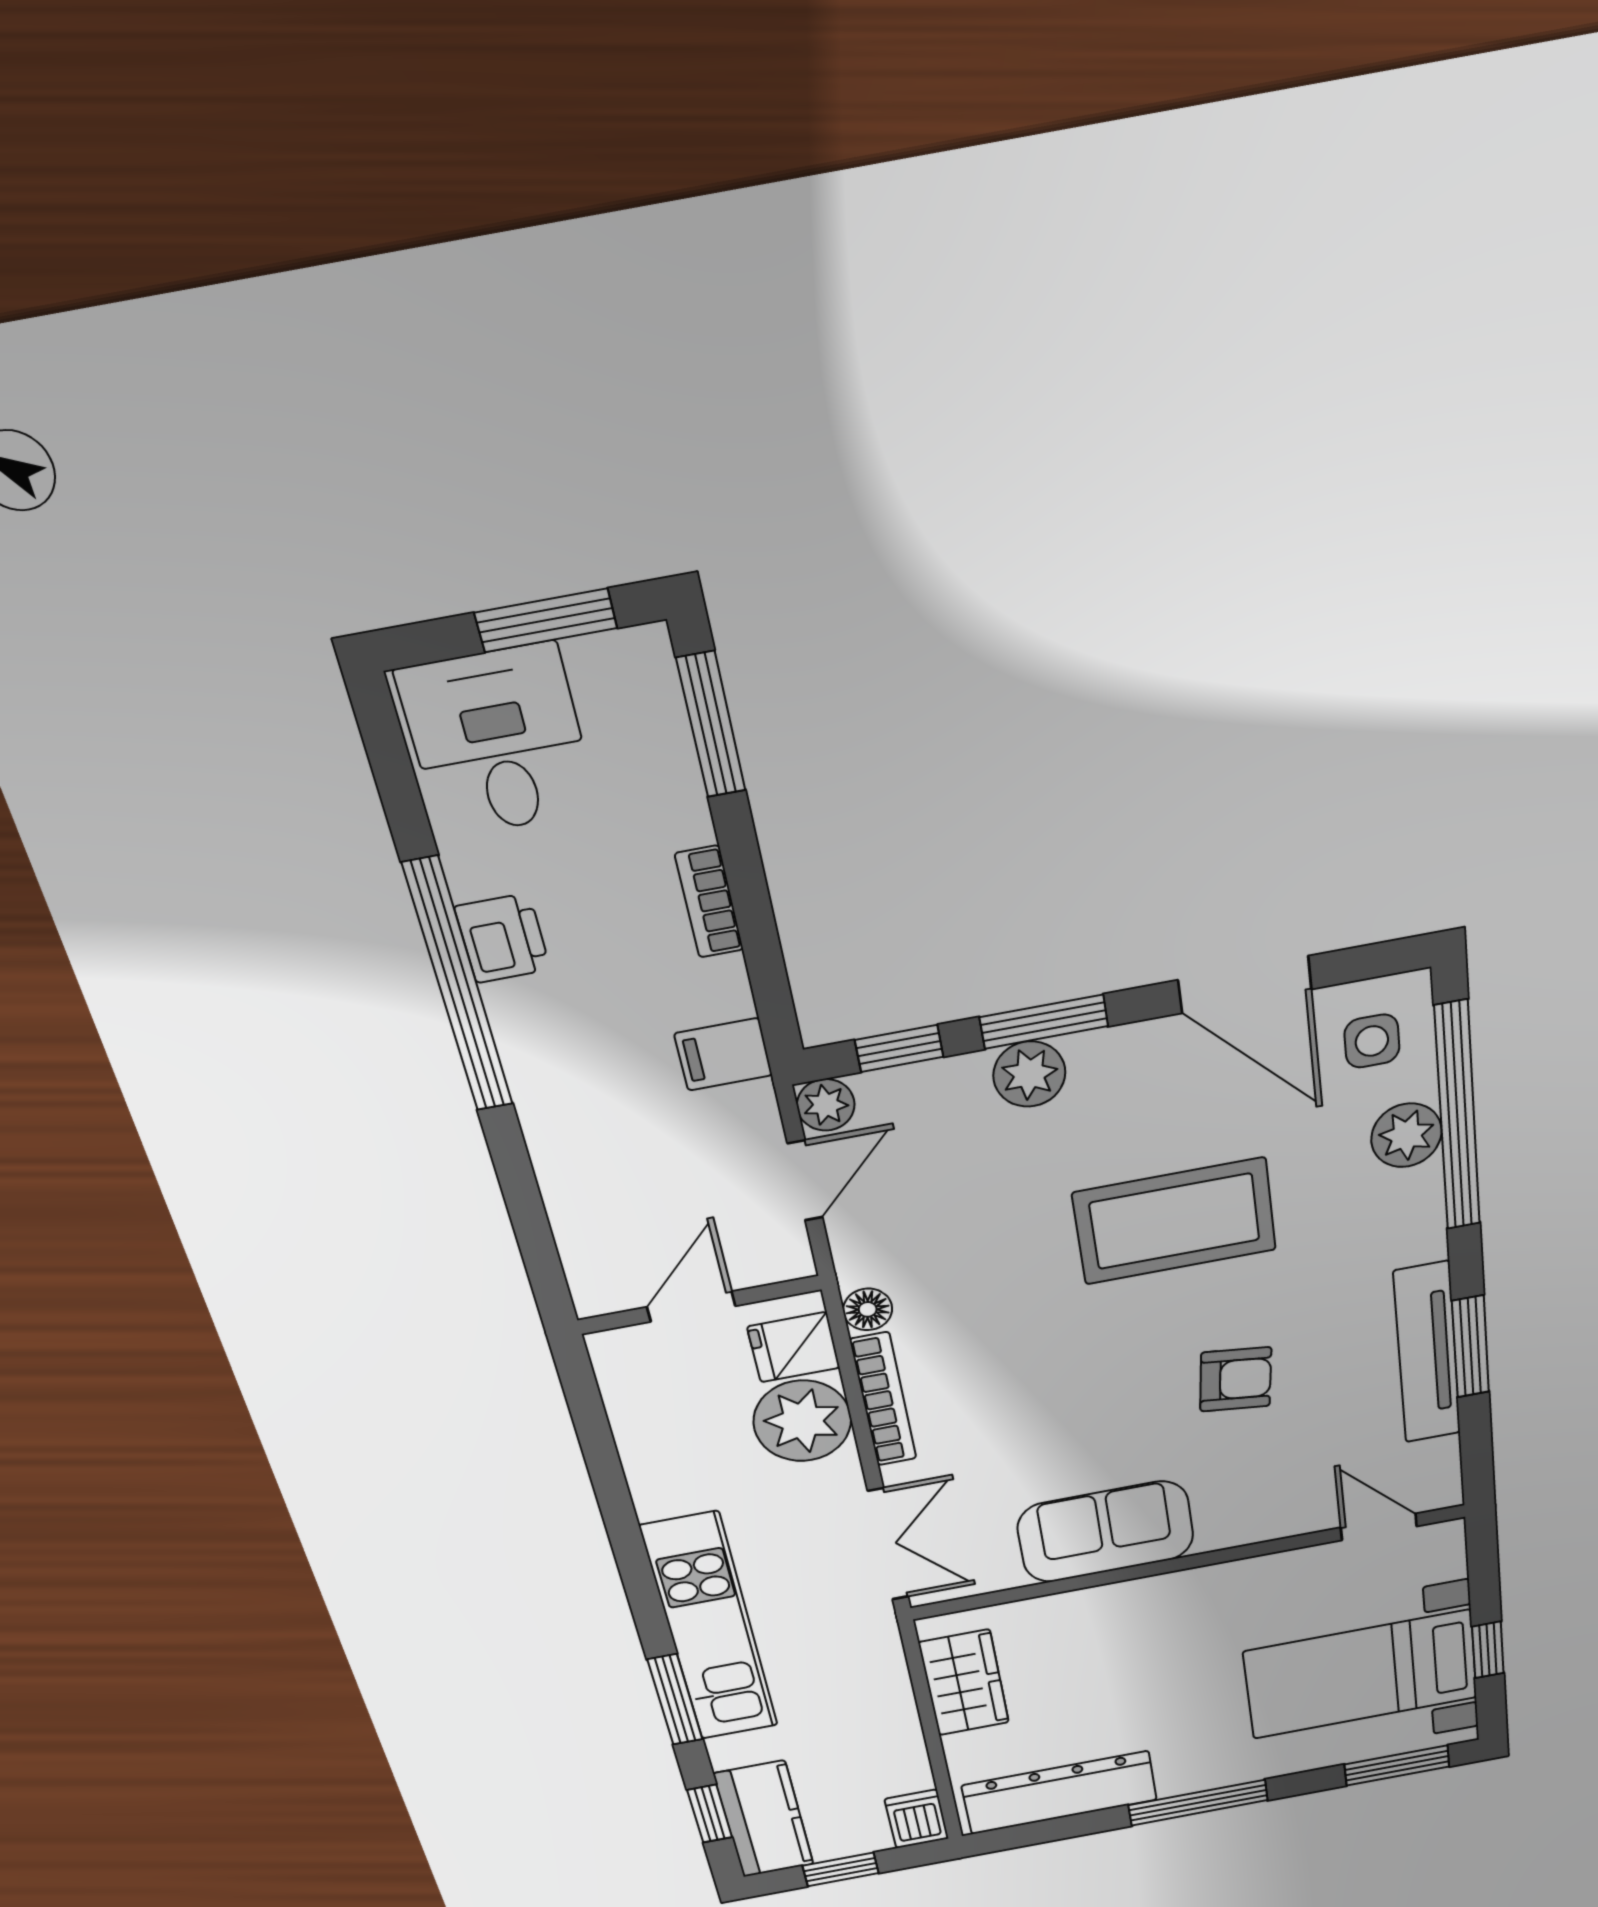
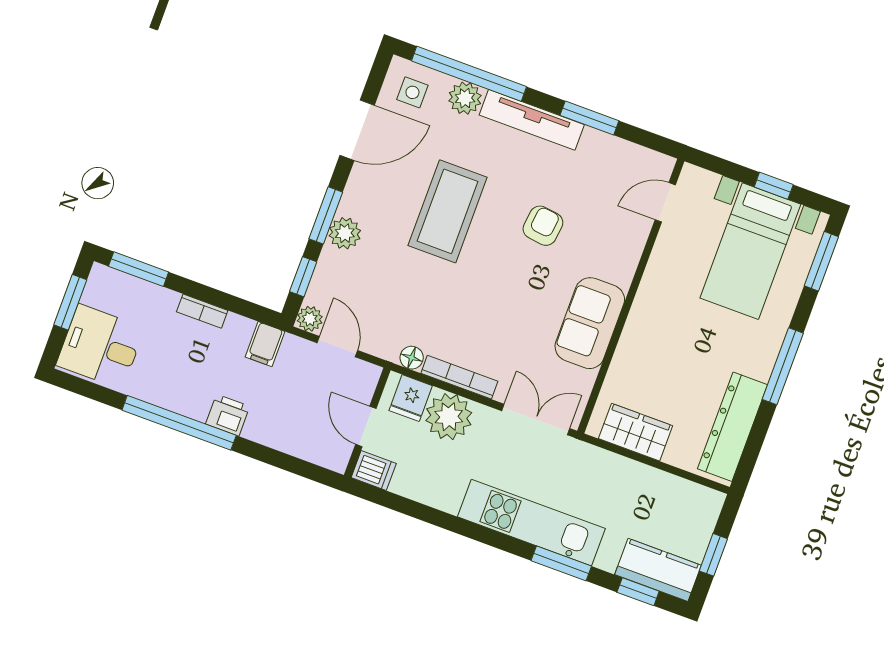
printer: (503, 938) -> (228, 415), moved
tv unit: (1427, 1353) -> (532, 120), moved
dishwasher: (917, 1819) -> (374, 471), moved, turned 180

